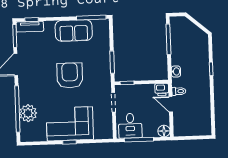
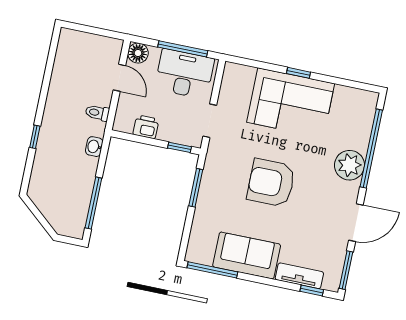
tv unit: (30, 27) -> (299, 276), moved
armchair: (70, 75) -> (271, 183), turned 90
printer: (162, 90) -> (146, 127), moved
door: (171, 104) -> (119, 78), moved
plant: (28, 113) -> (349, 165), moved
desk: (130, 126) -> (184, 74), width x1.37

